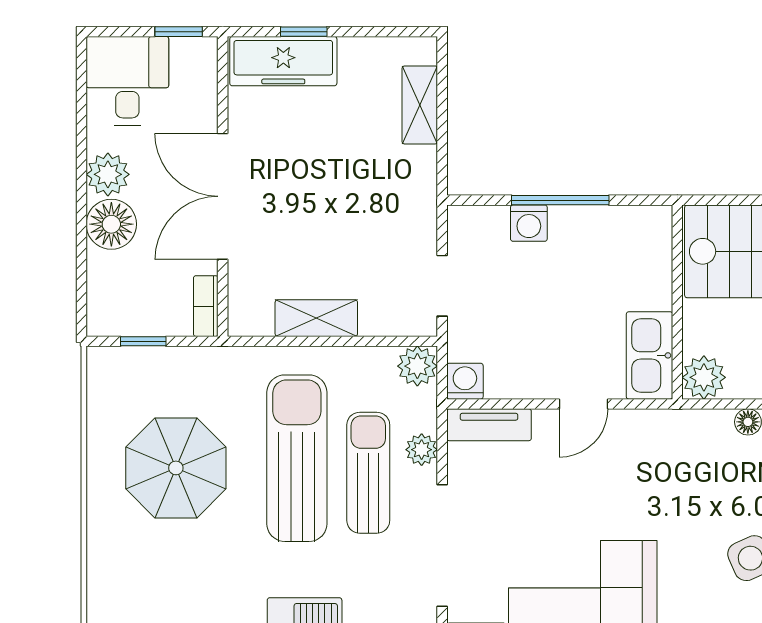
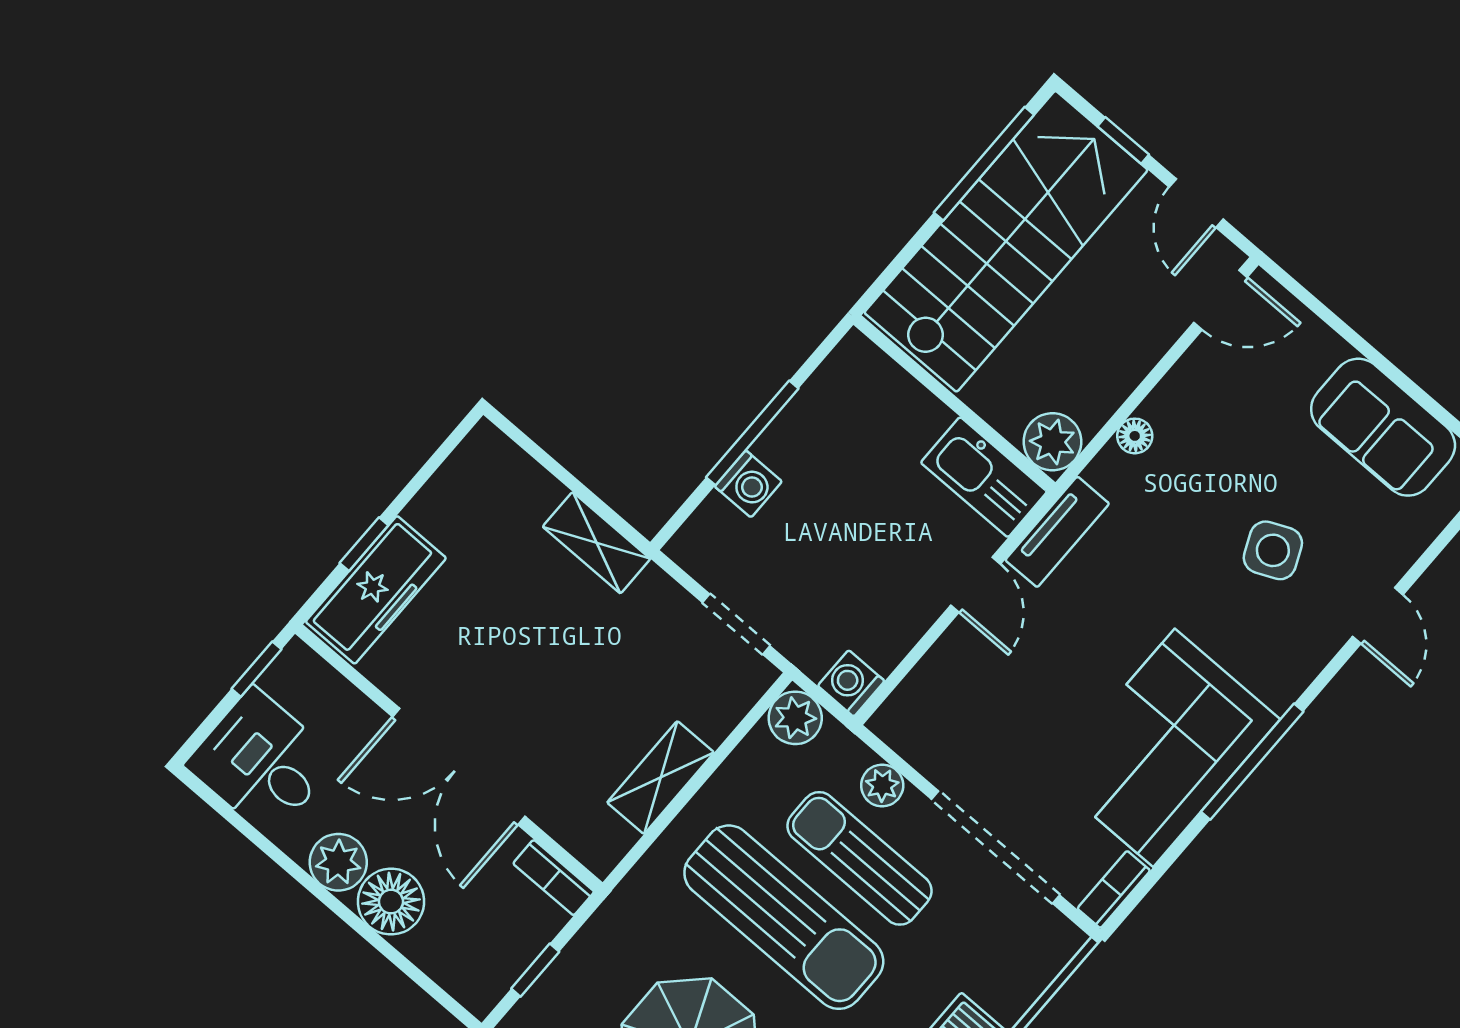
shelving: (420, 105) -> (597, 543), moved
tv unit: (489, 425) -> (1057, 532), moved
sun lounger: (297, 458) -> (784, 917), turned 180

